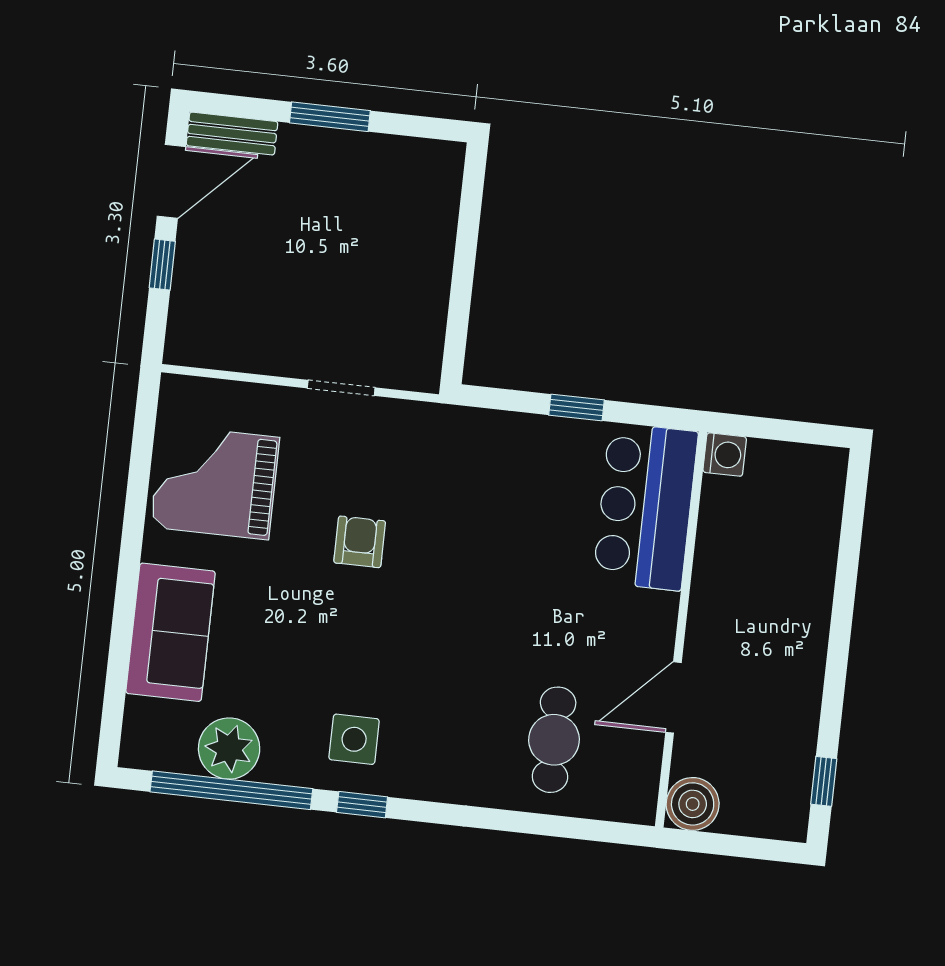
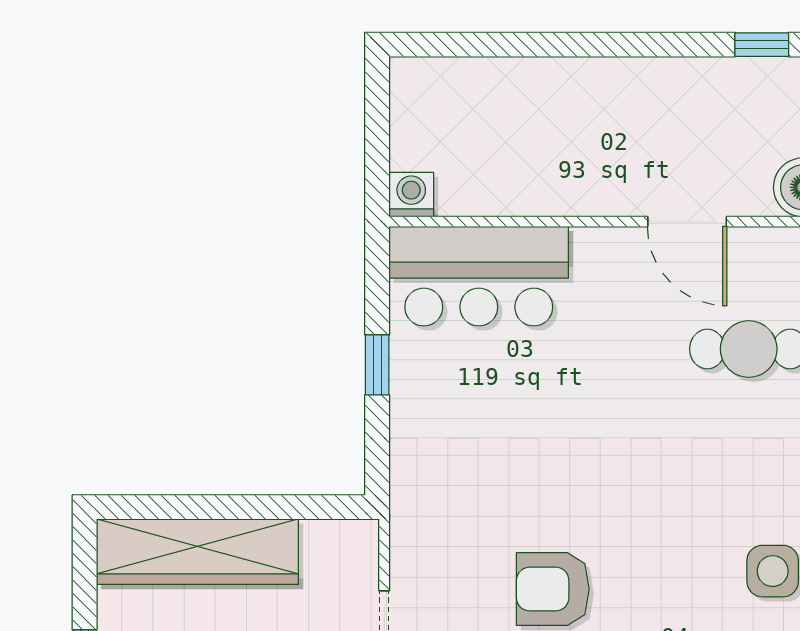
wardrobe: (428, 229) -> (197, 552), added
armchair: (360, 542) -> (553, 589), width x1.38, depth x1.38

